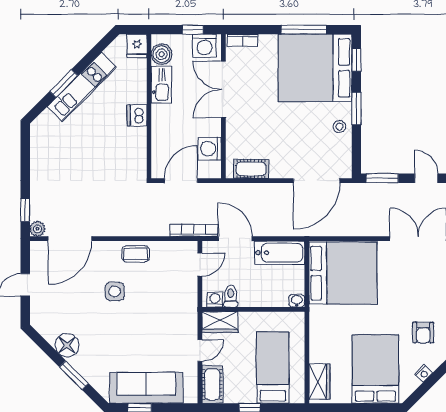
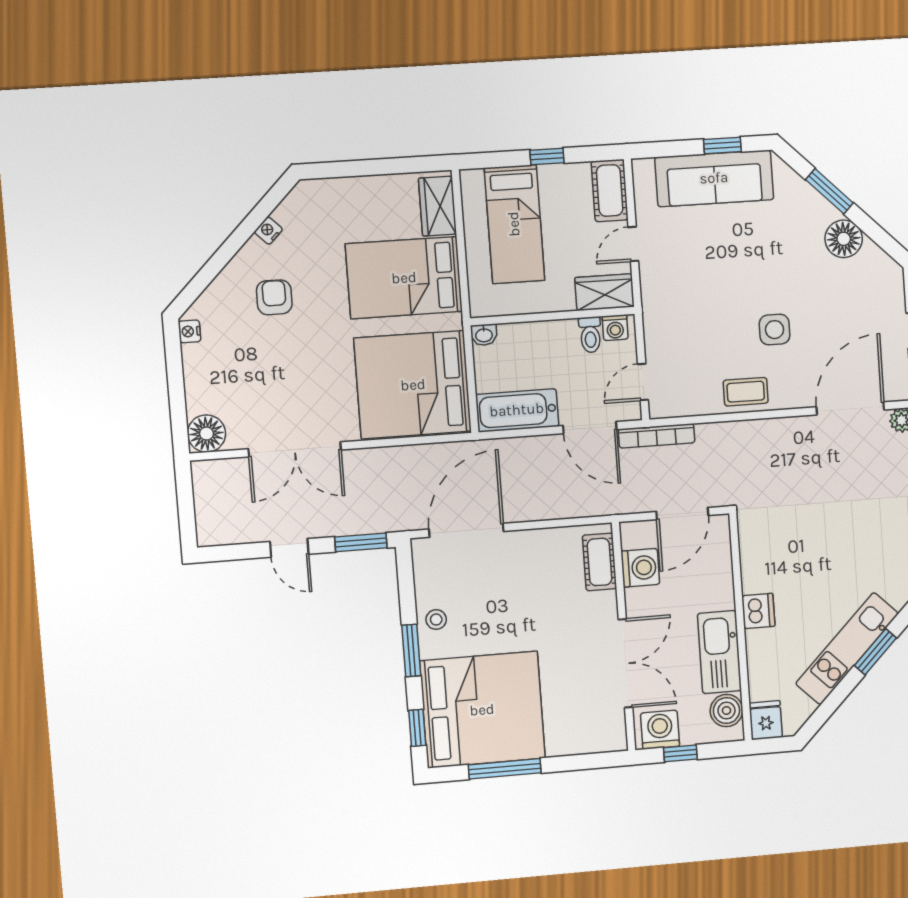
bookcase: (243, 40) -> (601, 744), removed
kitchen sink: (161, 85) -> (719, 652), width x1.36, depth x1.24
cot: (251, 169) -> (599, 562), moved, turned 90
bed: (375, 369) -> (404, 278), moved, turned 90

